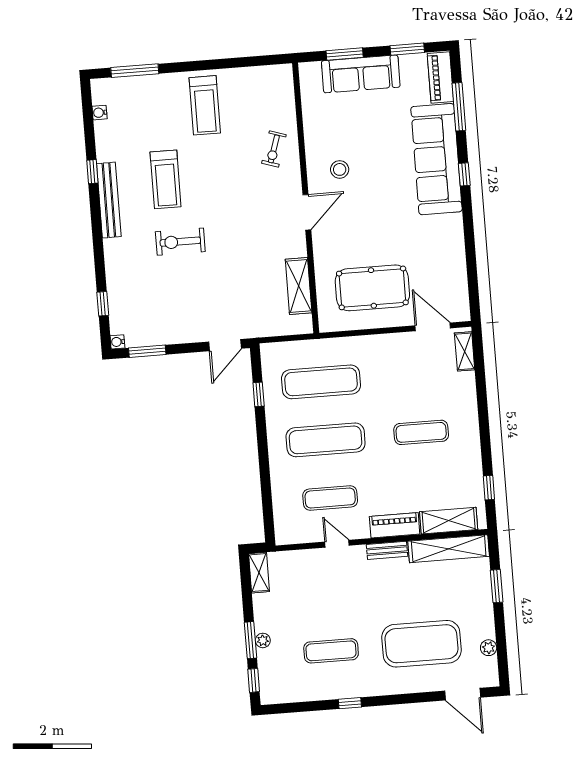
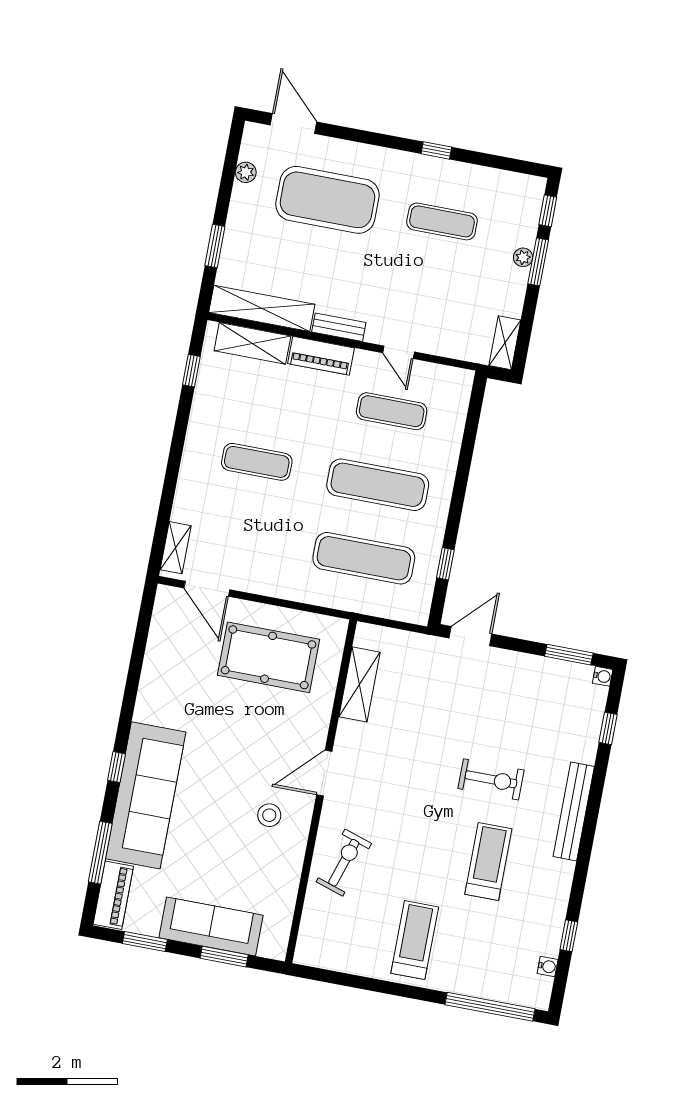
window: (135, 71) -> (490, 1007), width x1.46
exercise bike: (274, 149) -> (344, 863), width x1.38, depth x1.39
window: (92, 172) -> (569, 936), moved
bench: (109, 200) -> (574, 811), moved

